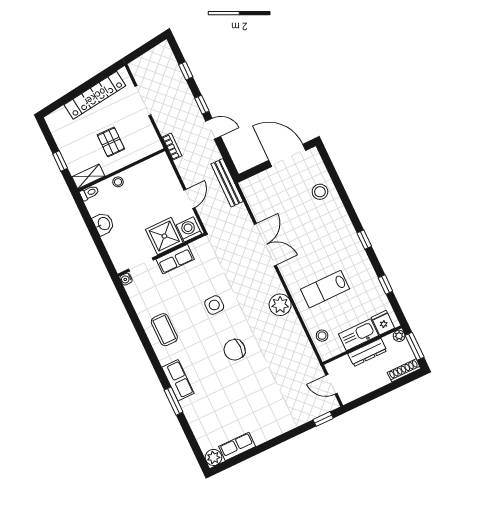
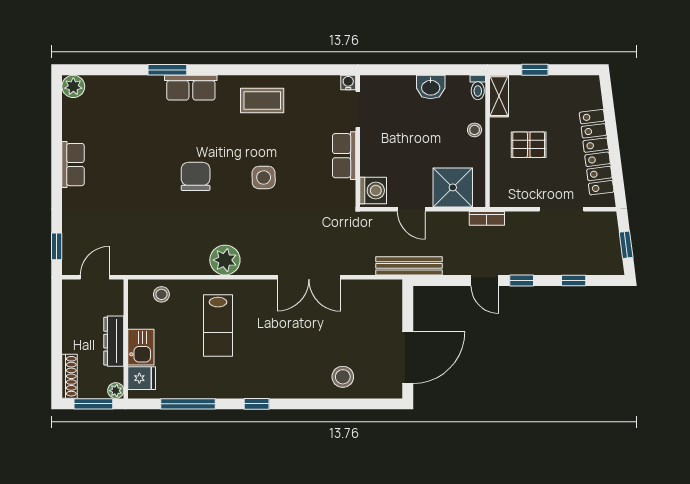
window: (146, 47) -> (626, 245), added
door: (213, 129) -> (485, 280), hinge flipped
shower: (164, 236) -> (453, 187), moved
window: (385, 284) -> (188, 404), width x2.17
lab bench: (325, 289) -> (218, 326), turned 180
kitchen sink: (358, 335) -> (141, 347), width x0.73
row of seats: (237, 446) -> (73, 165), moved

